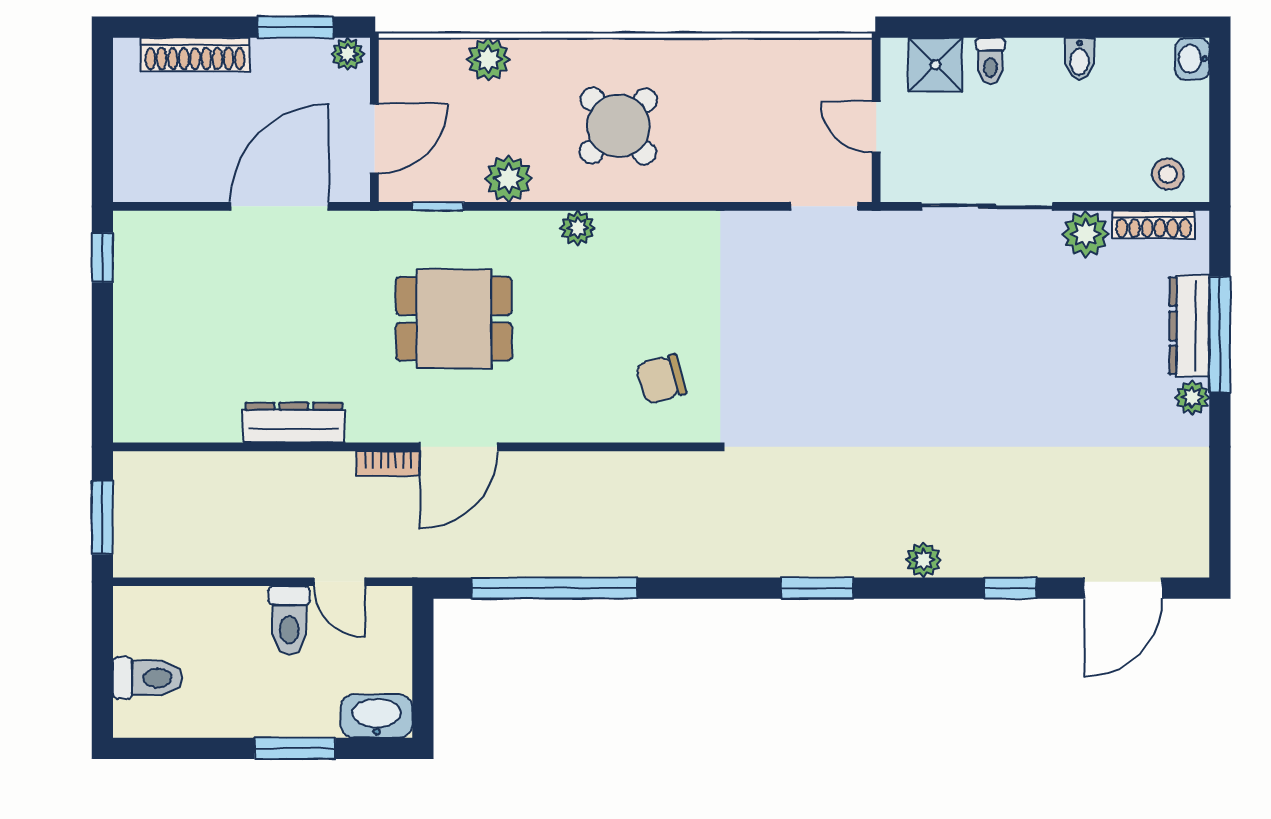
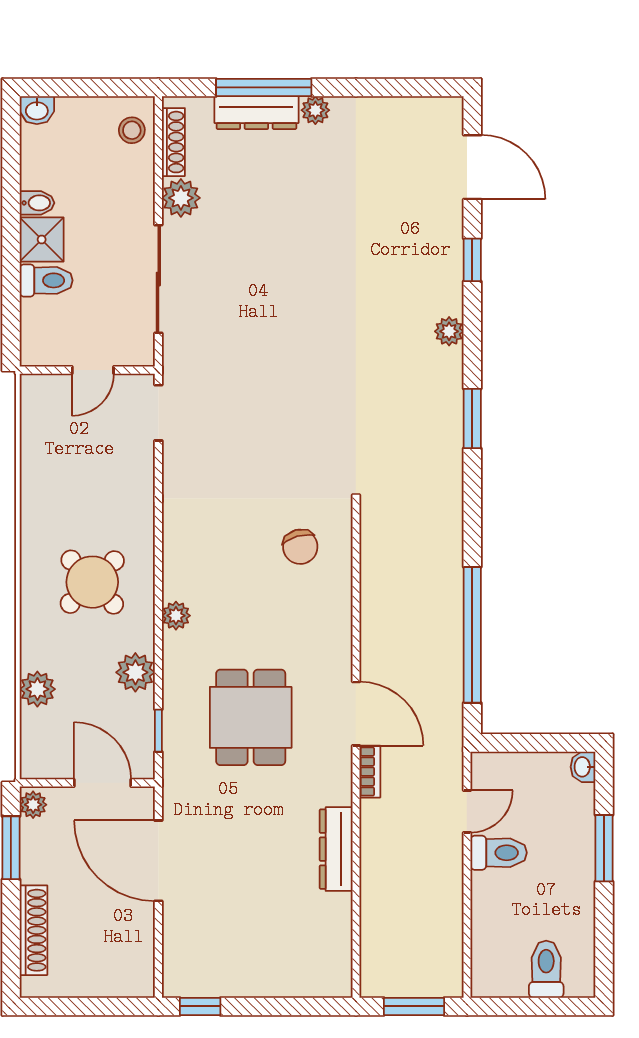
toilet: (990, 61) -> (46, 280), width x1.37, depth x1.39
shower: (935, 65) -> (42, 240), moved
washbasin: (377, 716) -> (583, 767), width x0.52, depth x0.69

